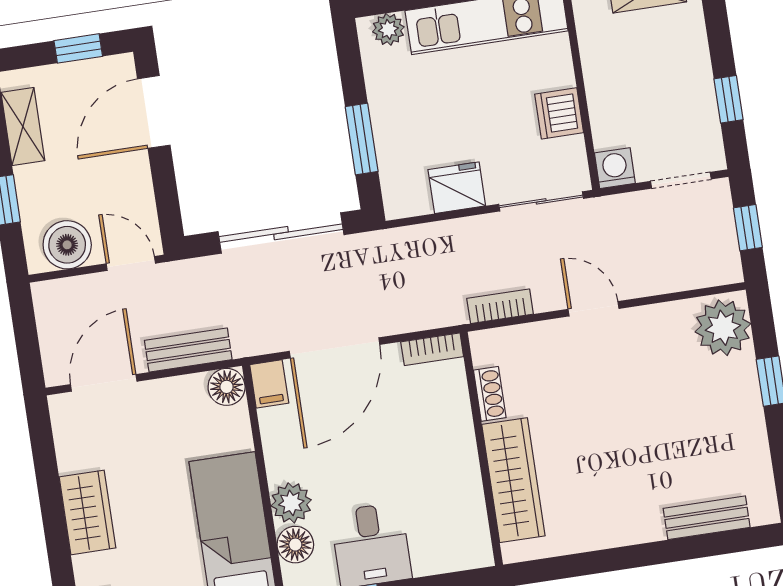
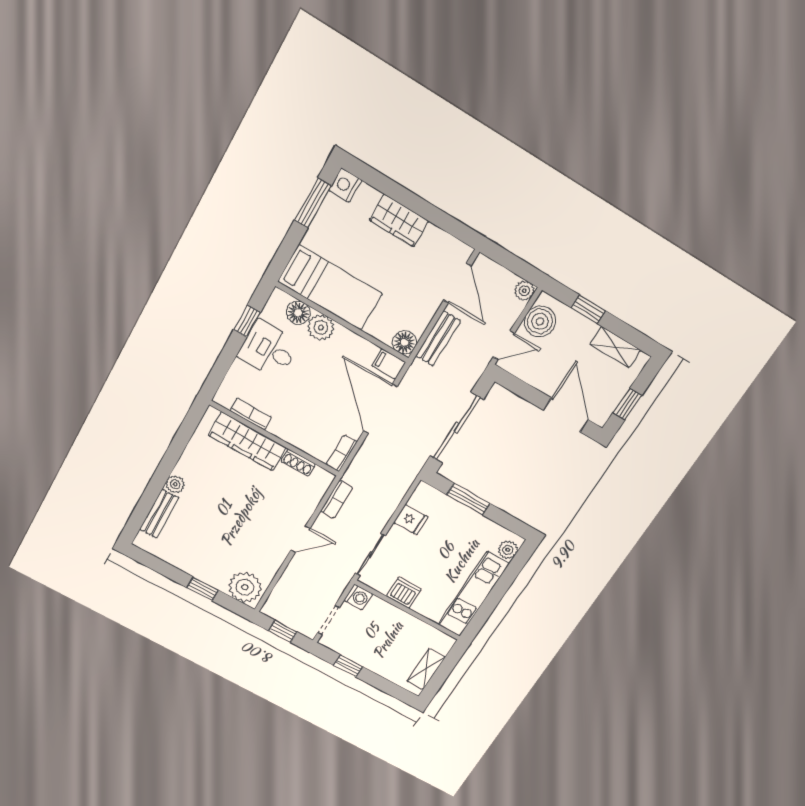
fridge: (457, 188) -> (411, 520), width x0.72
plant: (47, 295) -> (524, 291), added
bookcase: (473, 503) -> (251, 414), added
plant: (648, 527) -> (175, 484), added

